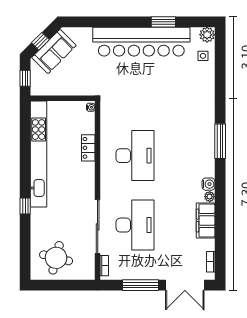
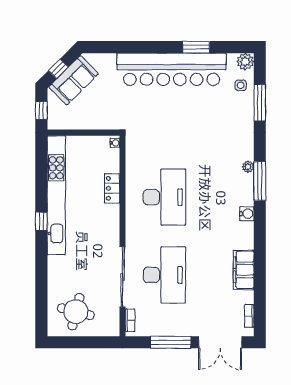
window: (220, 71) -> (260, 103), added
water cooler: (208, 184) -> (247, 214), moved
plant: (210, 197) -> (248, 167), moved
window: (25, 206) -> (41, 221), moved

